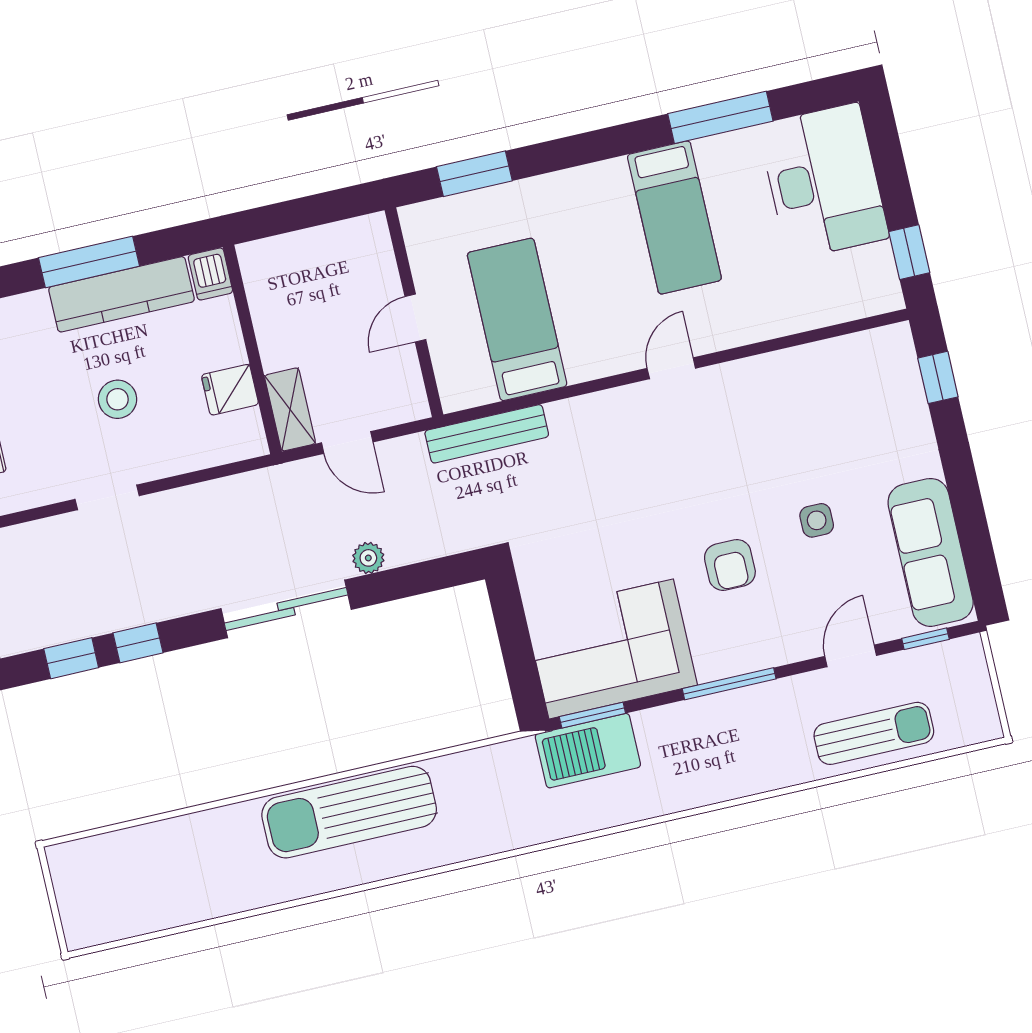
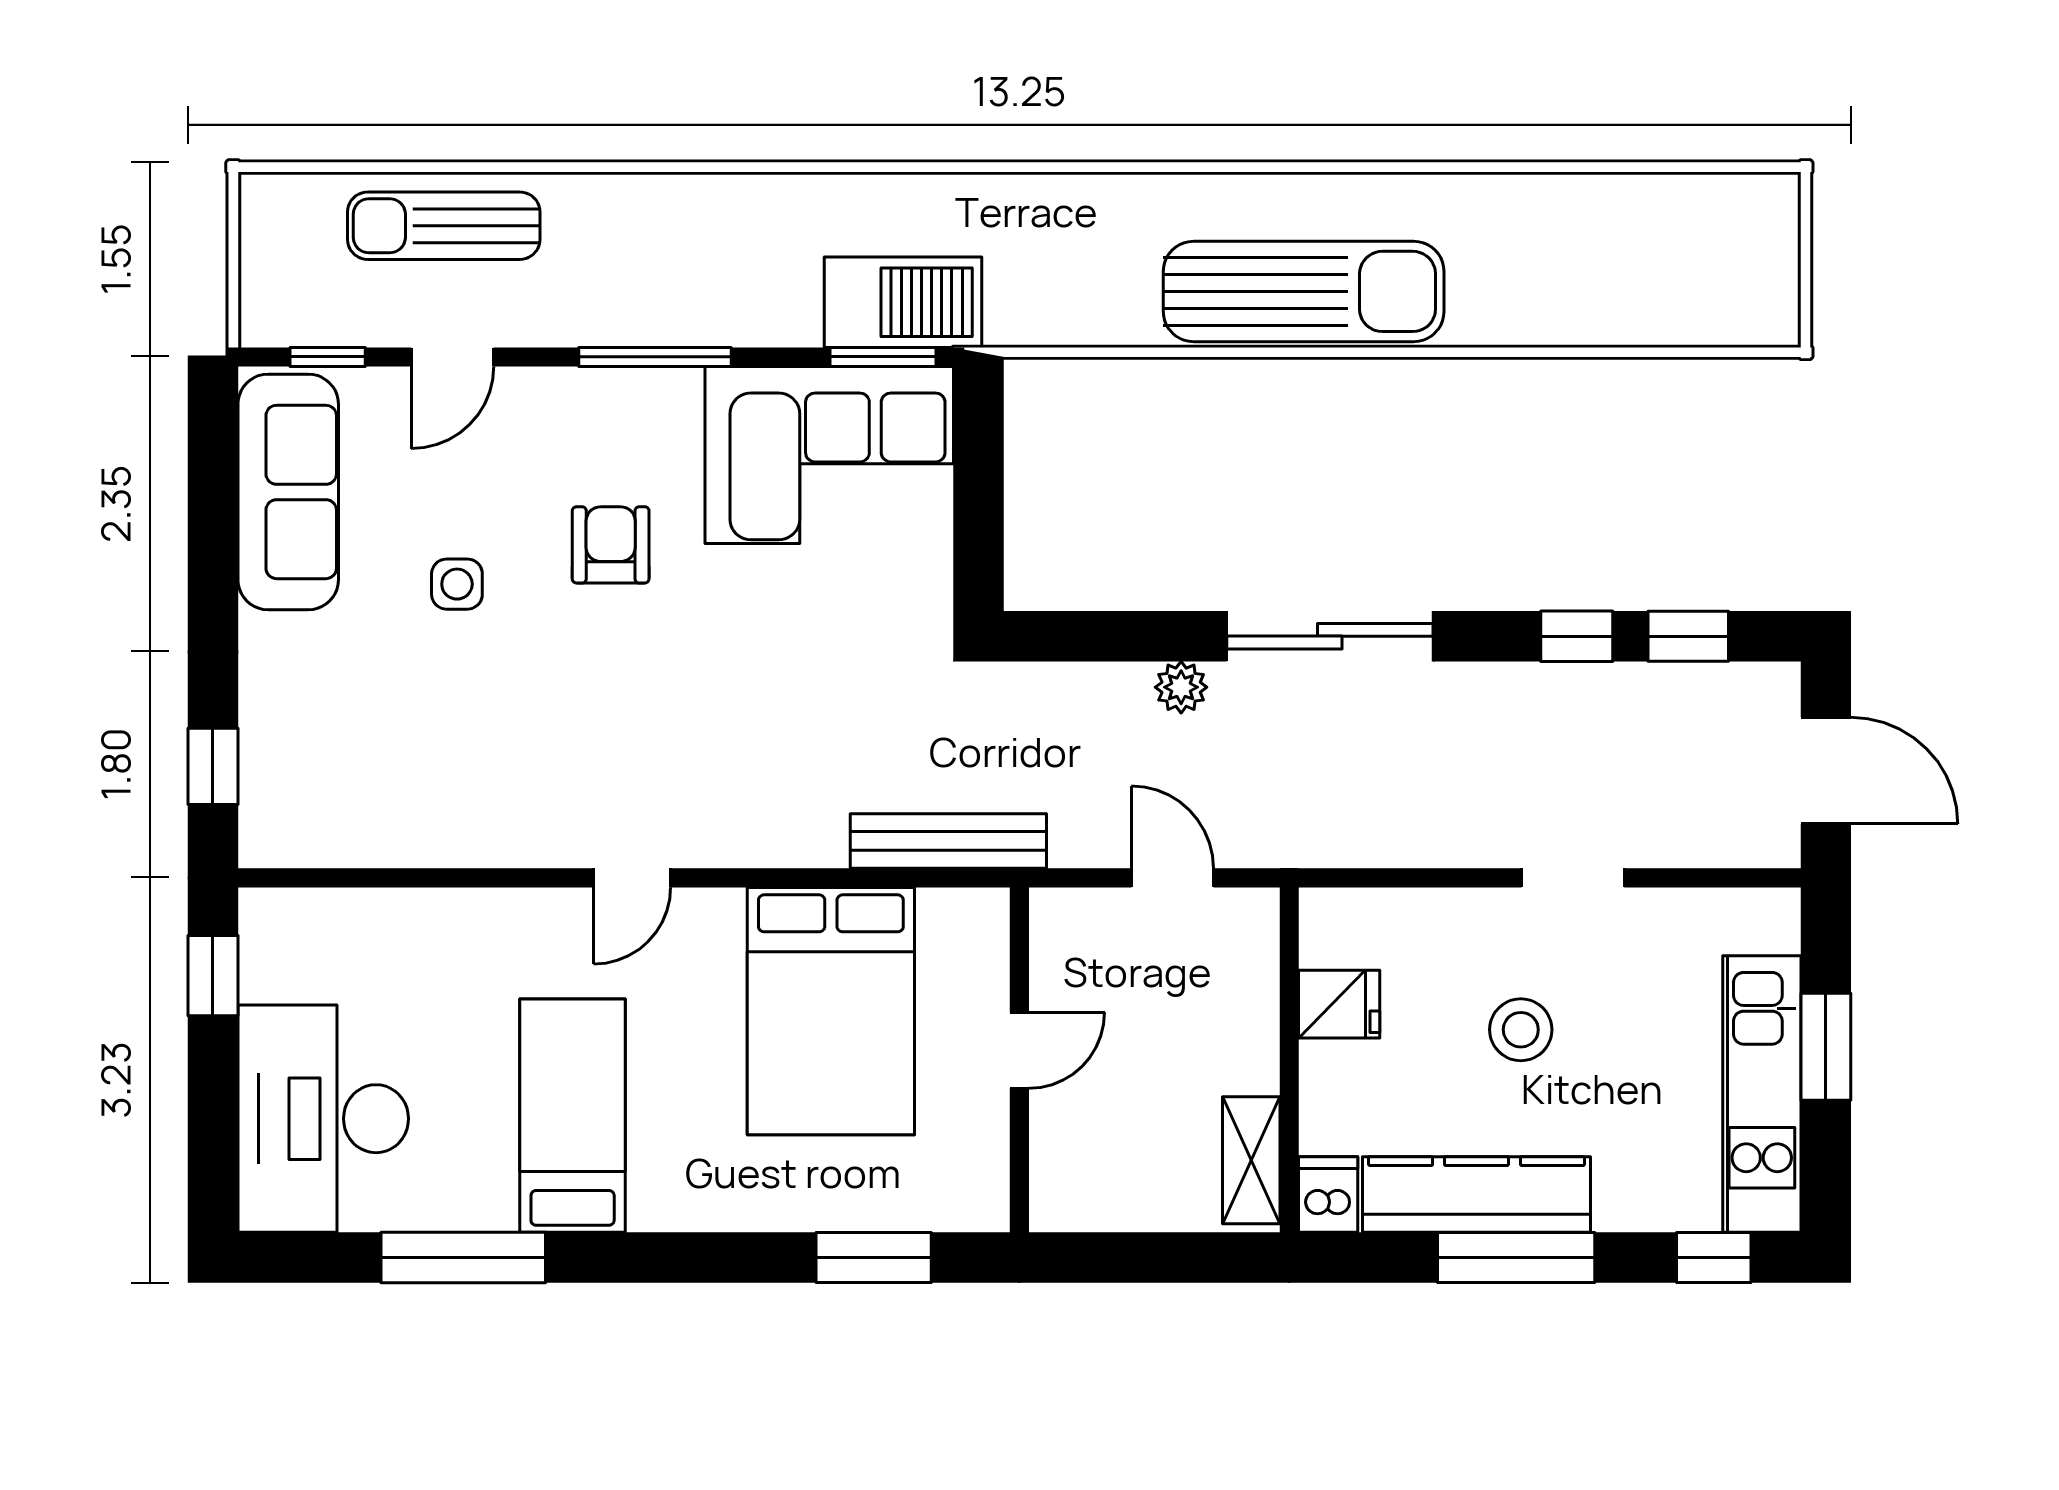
bed: (517, 319) -> (831, 1011), width x1.50
shelving: (290, 409) -> (1251, 1160), moved

